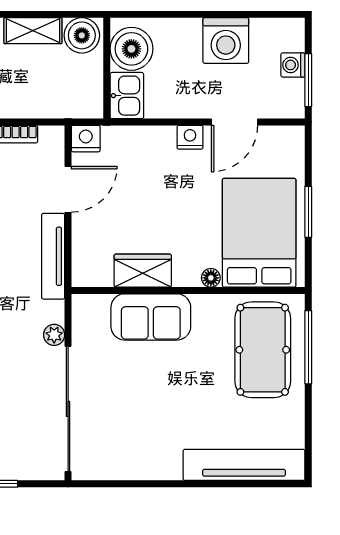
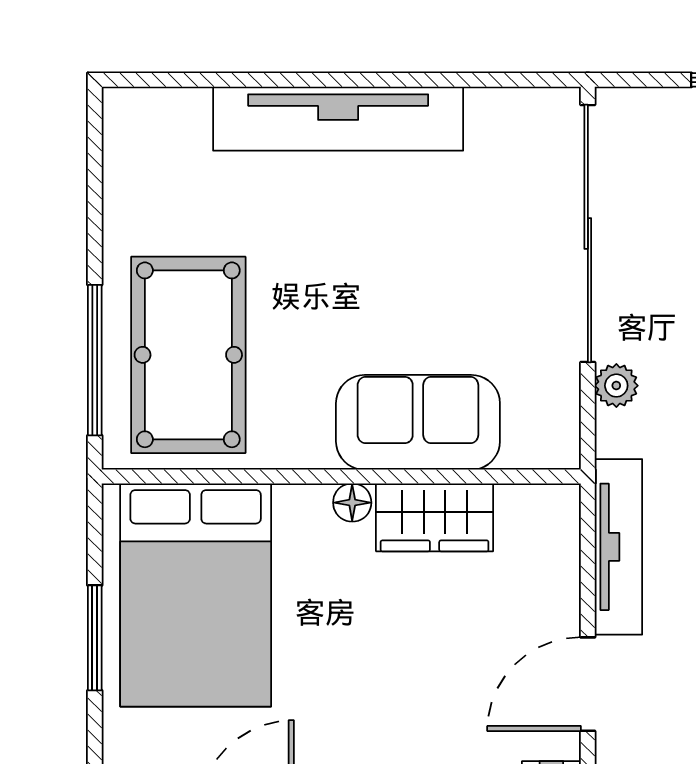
floor lamp: (211, 278) -> (352, 503), moved
tv unit: (244, 465) -> (338, 119), moved

